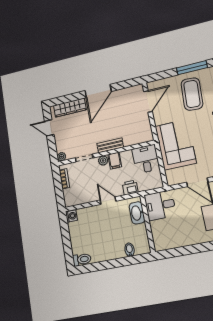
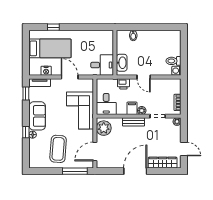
window: (192, 68) -> (75, 171), moved
plant: (143, 130) -> (104, 128), added
toilet: (82, 259) -> (173, 61), moved

